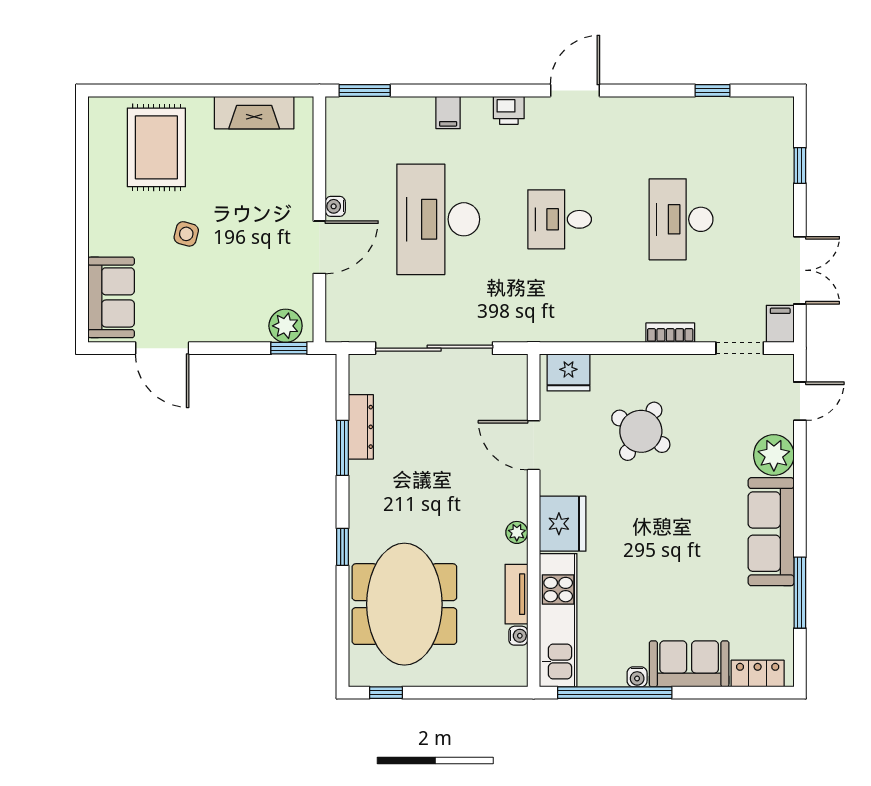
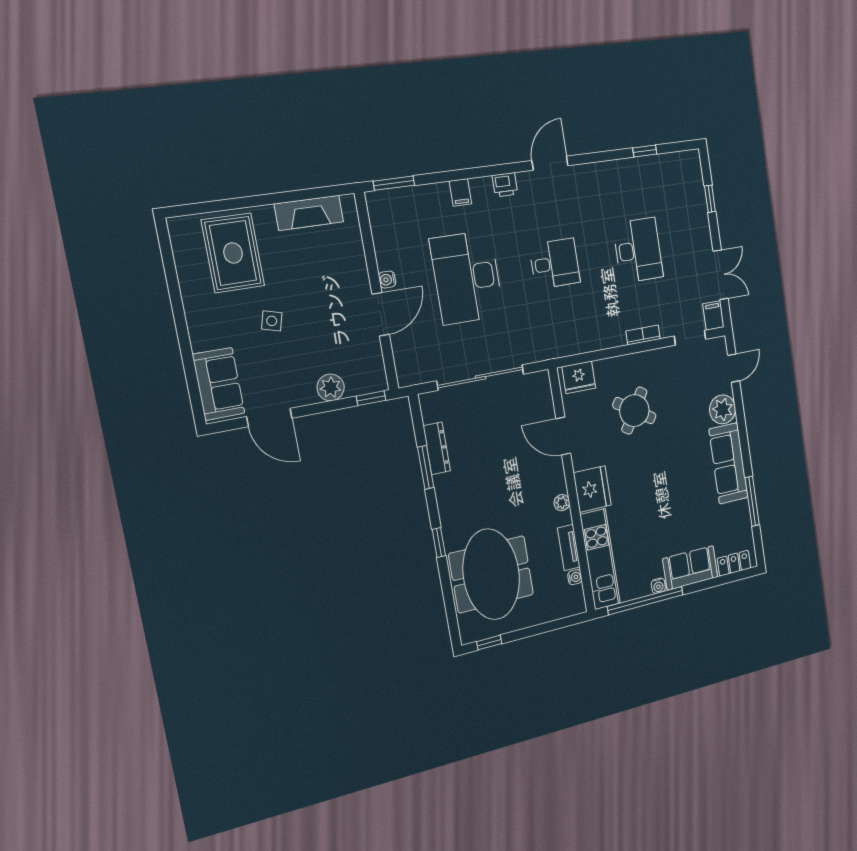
desk: (560, 219) -> (555, 264), turned 180
desk: (681, 219) -> (638, 250), turned 180
plant: (286, 326) -> (331, 387), moved

